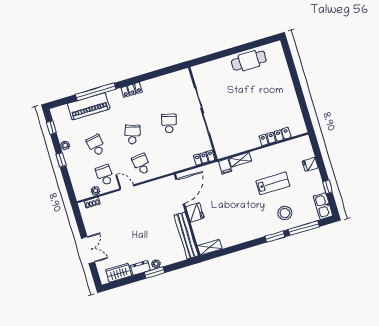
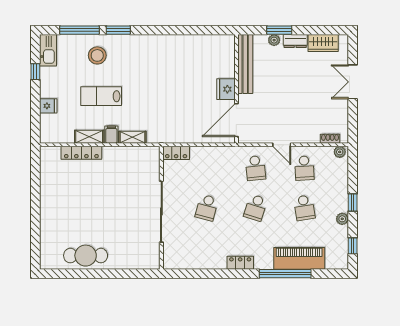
filing cabinet: (225, 166) -> (111, 135), moved
plant: (96, 191) -> (340, 152), moved
door: (180, 192) -> (236, 120), moved
fridge: (195, 212) -> (226, 89), moved
wall: (187, 215) -> (236, 89), moved
bench: (186, 236) -> (245, 64), moved
shelving: (210, 247) -> (89, 137), moved

